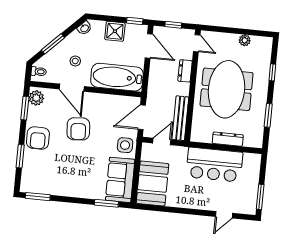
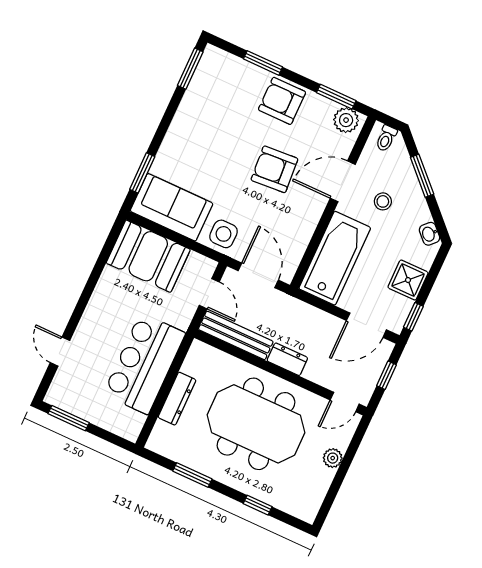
plant: (245, 40) -> (333, 458), moved
dresser: (185, 71) -> (287, 359), moved

